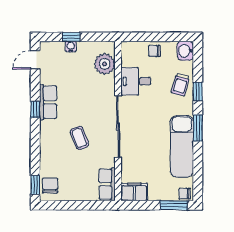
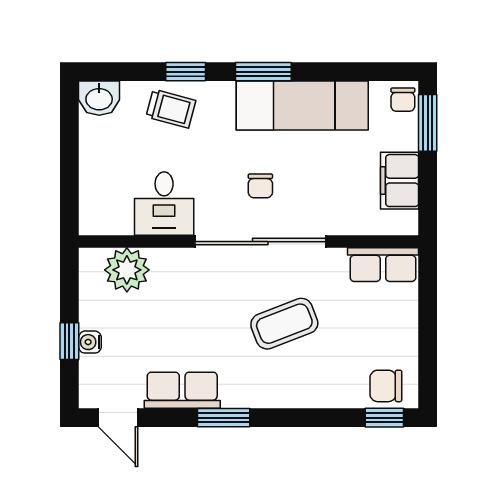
chair: (154, 51) -> (260, 186), moved
row of seats: (48, 102) -> (182, 390), moved
window: (35, 109) -> (224, 418), width x1.50
coffee table: (79, 138) -> (284, 324), width x1.36, depth x1.30
filing cabinet: (134, 192) -> (399, 181), moved

